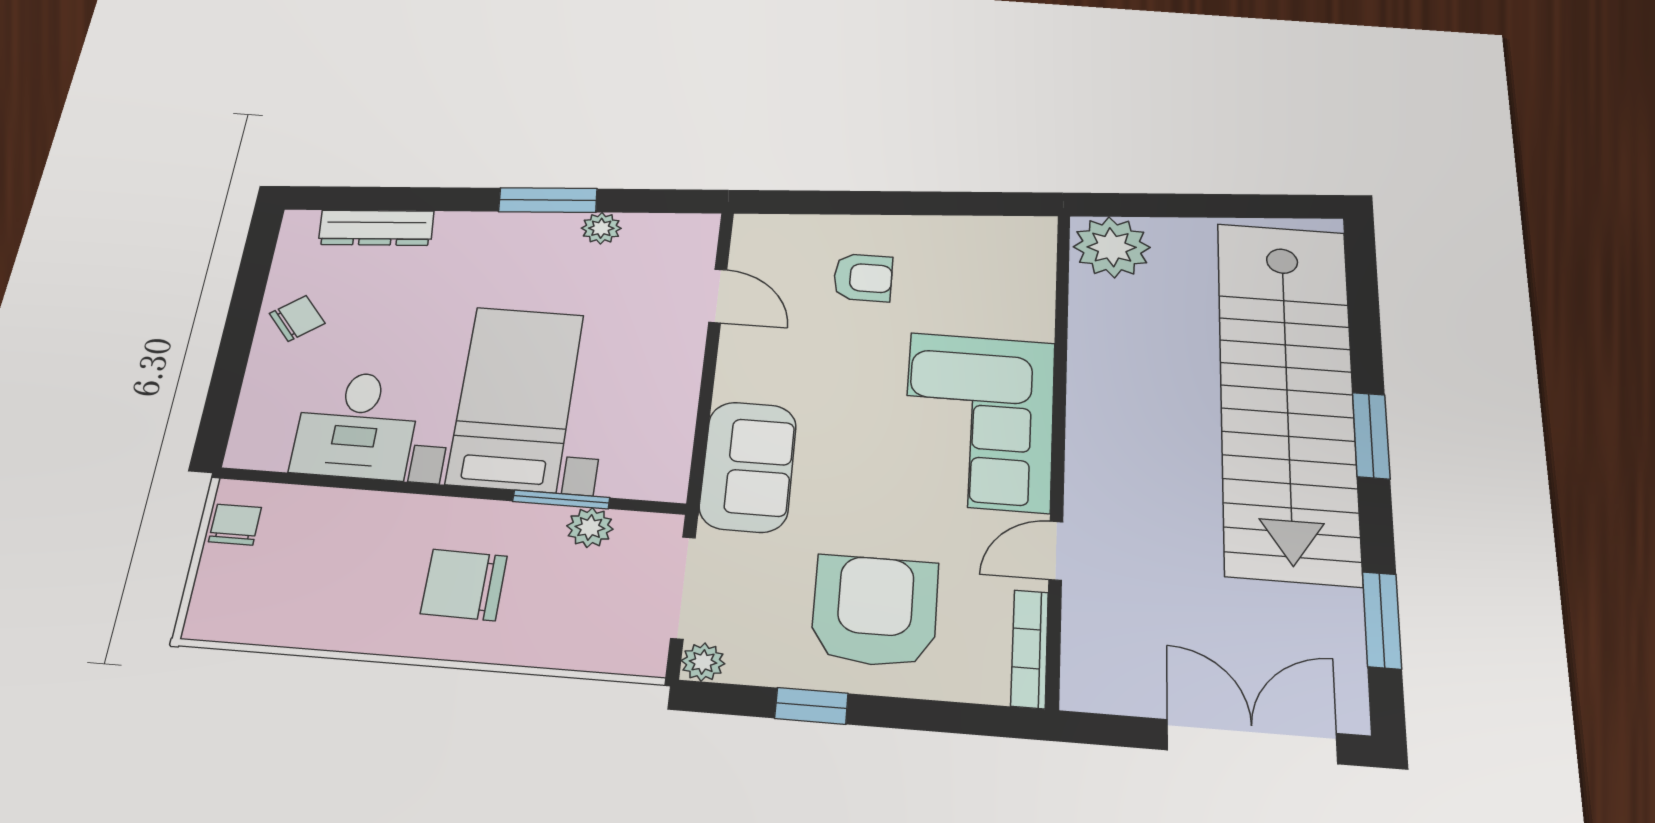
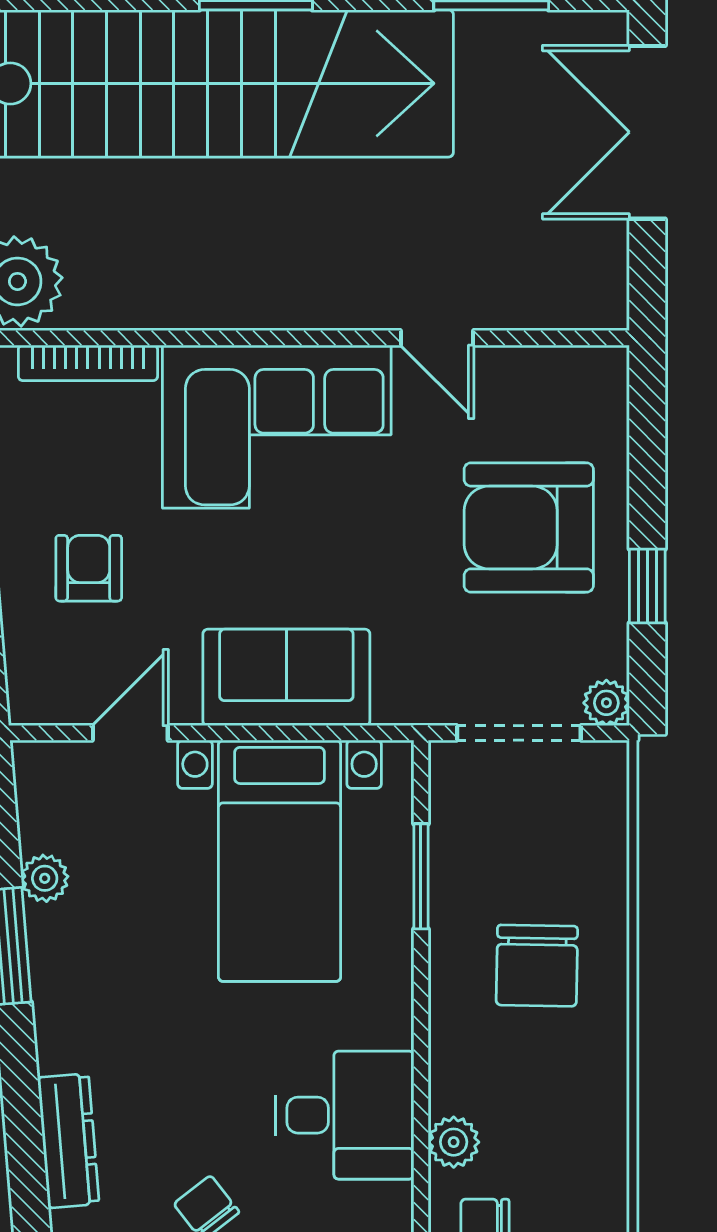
bed with nightstands: (516, 398) -> (280, 861), moved, turned -90
sofa: (748, 466) -> (286, 677), moved
plant: (590, 527) -> (454, 1142), moved
bookcase: (1030, 649) -> (88, 363), moved

